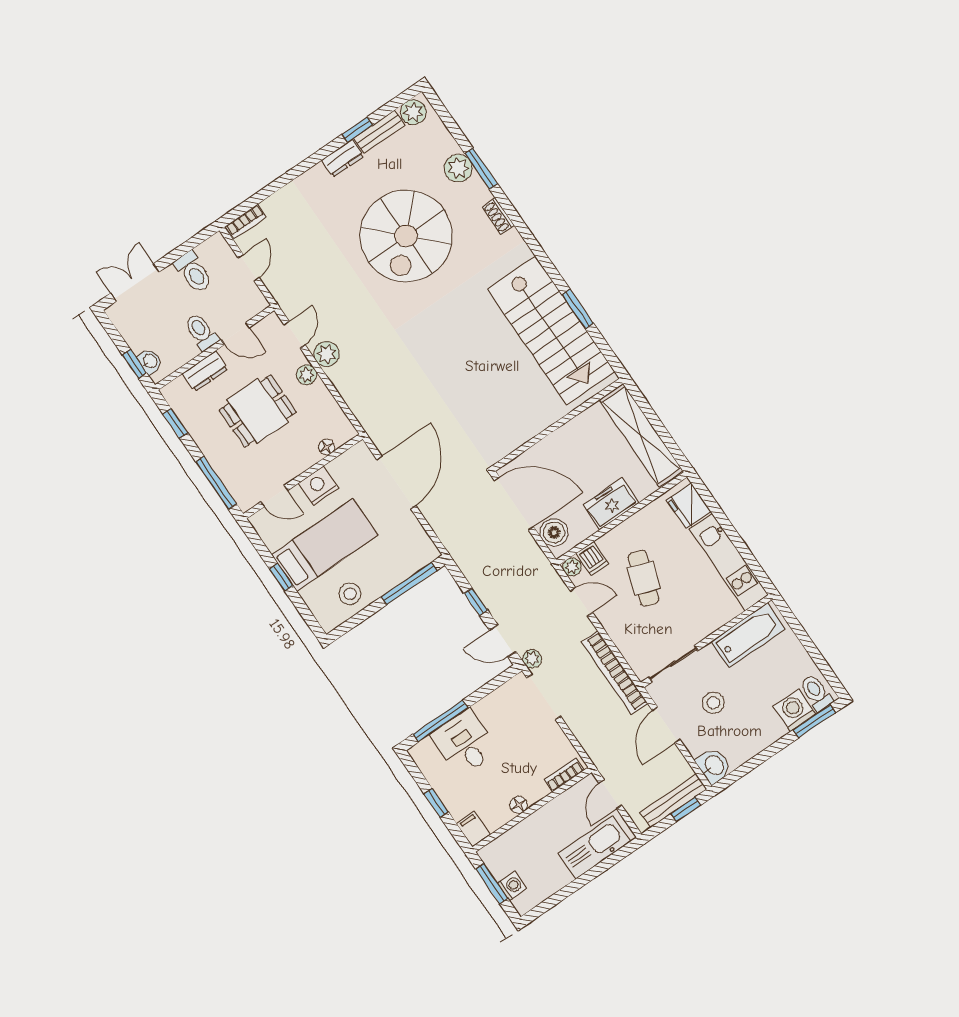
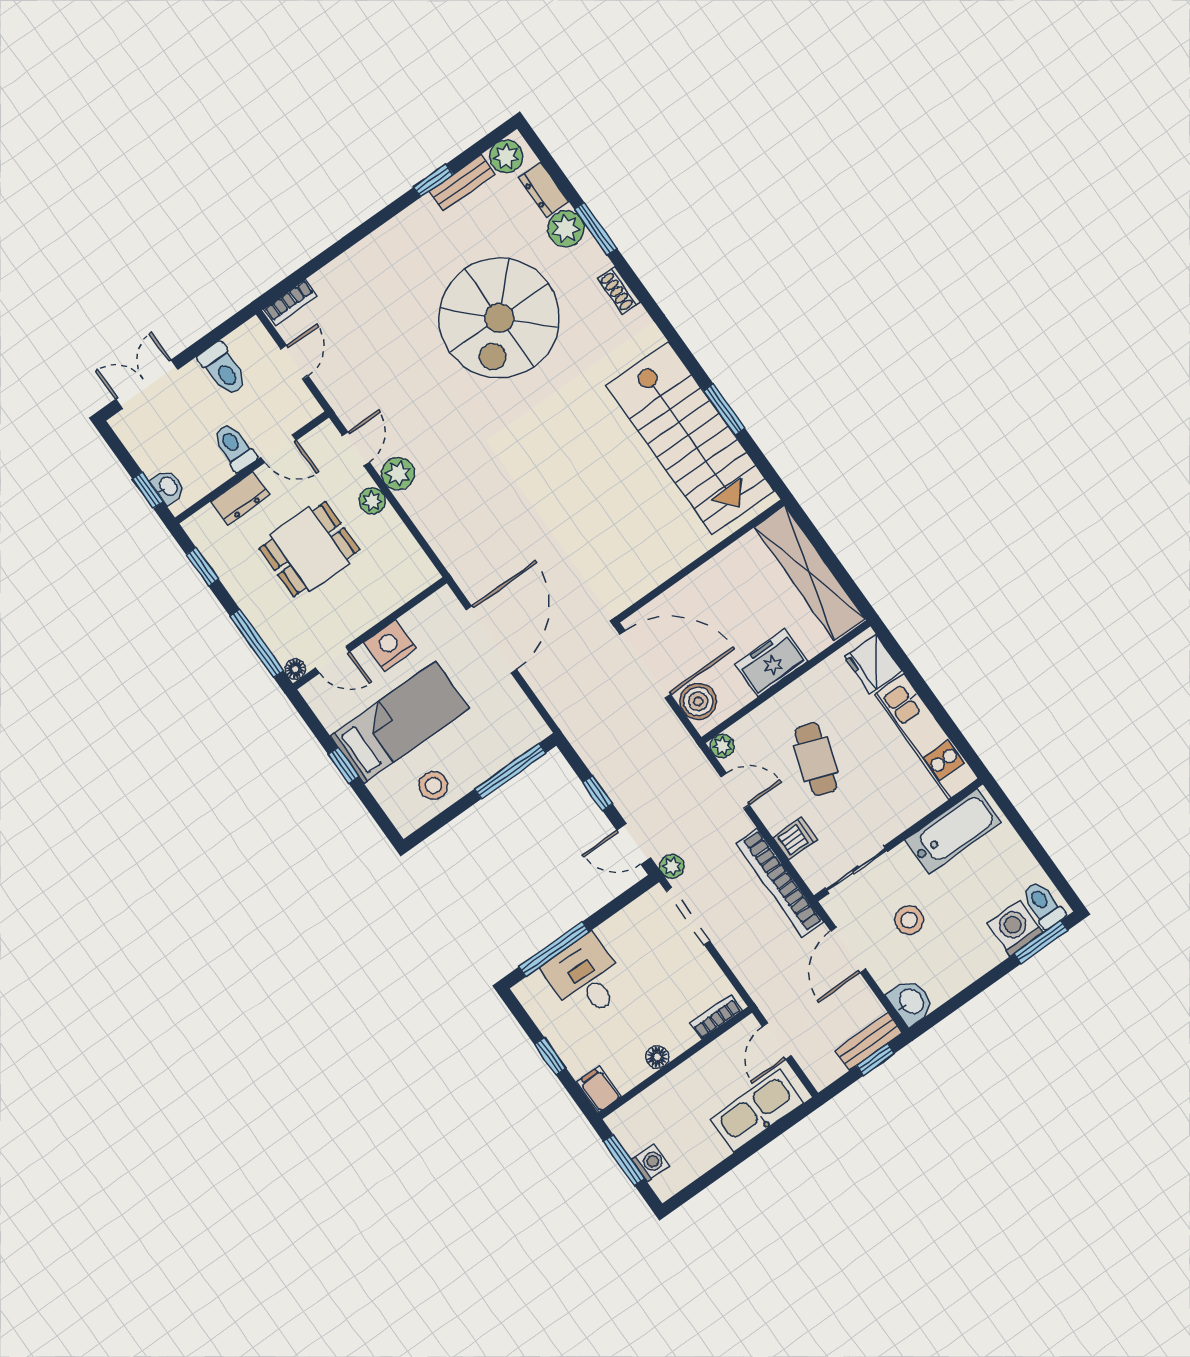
dresser: (343, 158) -> (543, 189), moved, turned 90
floor lamp: (327, 447) -> (295, 669), moved
dishwasher: (592, 559) -> (795, 838), moved, turned -90
bench: (673, 801) -> (869, 1042), width x0.73

